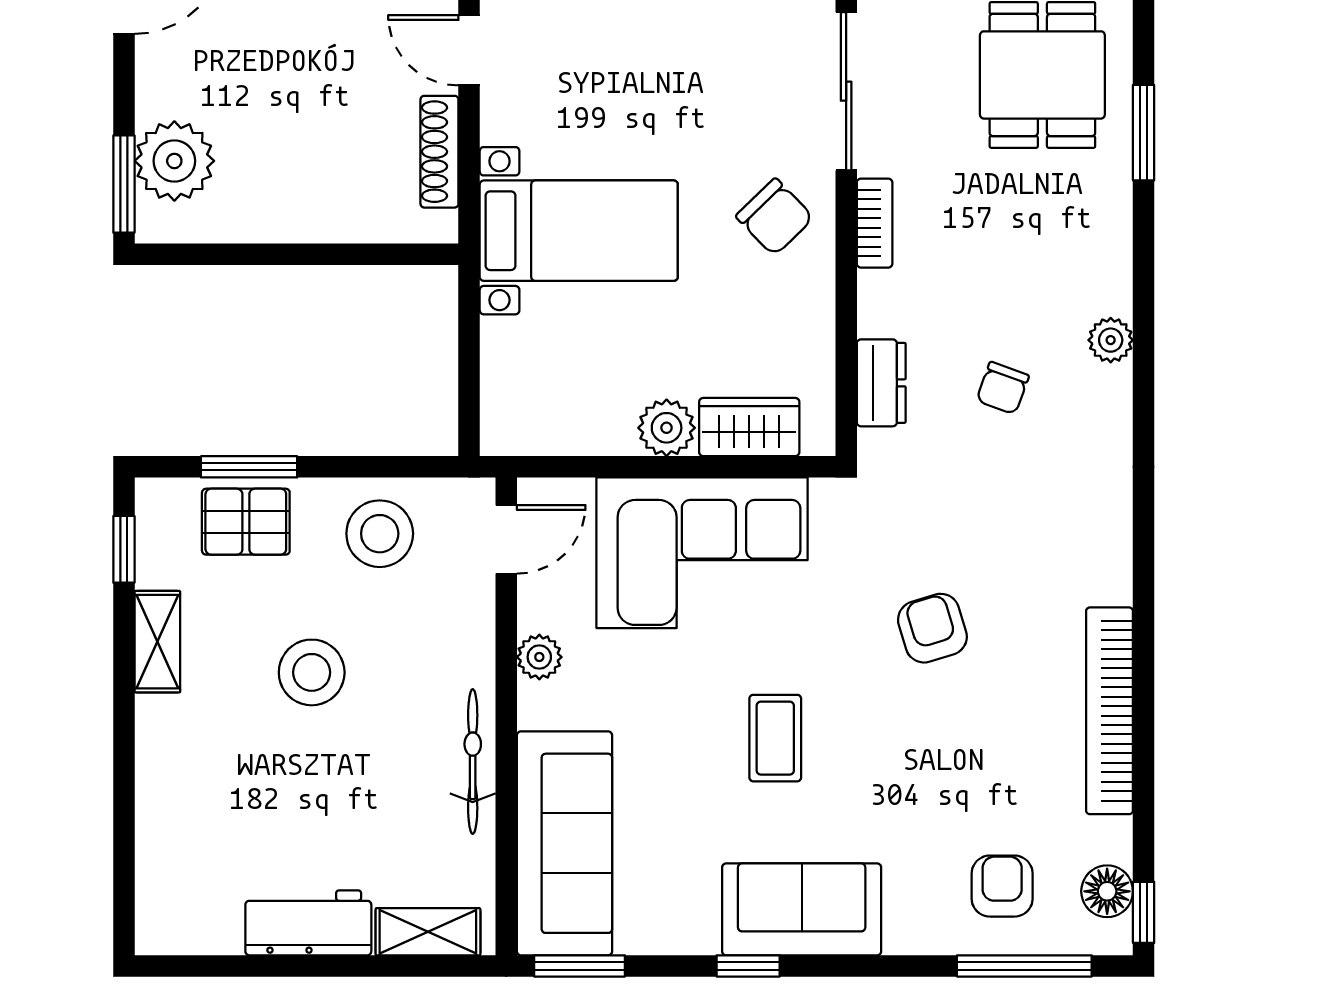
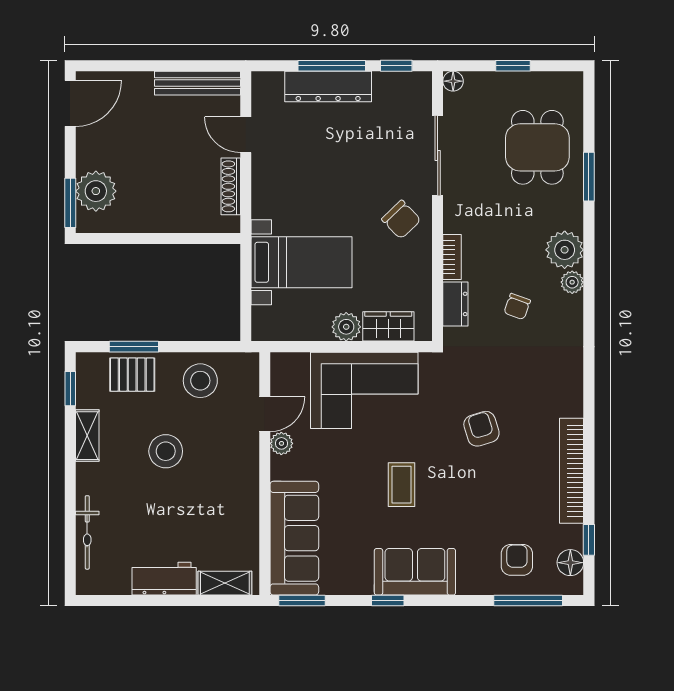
bookcase: (875, 223) -> (452, 257), moved
bed with nightstands: (579, 231) -> (302, 262), moved
plant: (1096, 276) -> (565, 250), added
door: (506, 539) -> (265, 414), moved
bicycle: (473, 762) -> (87, 532), moved, turned 180
window: (1144, 912) -> (589, 540), moved

